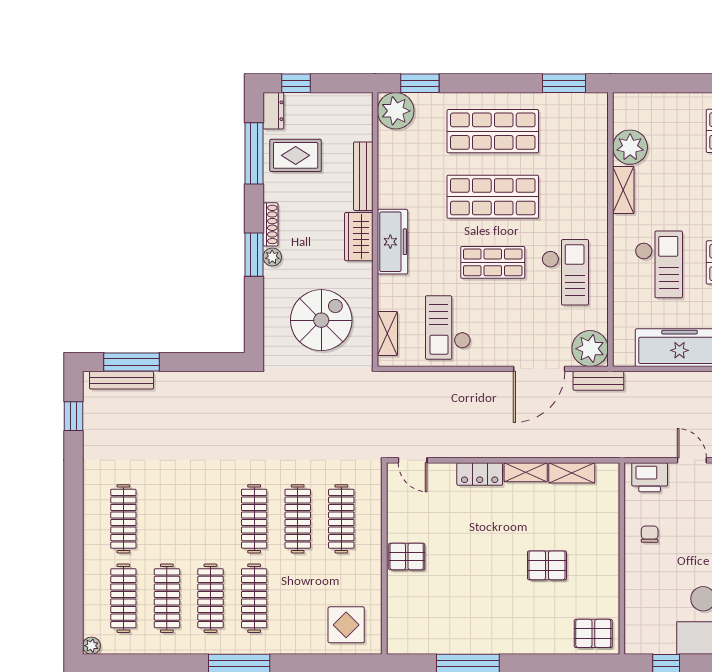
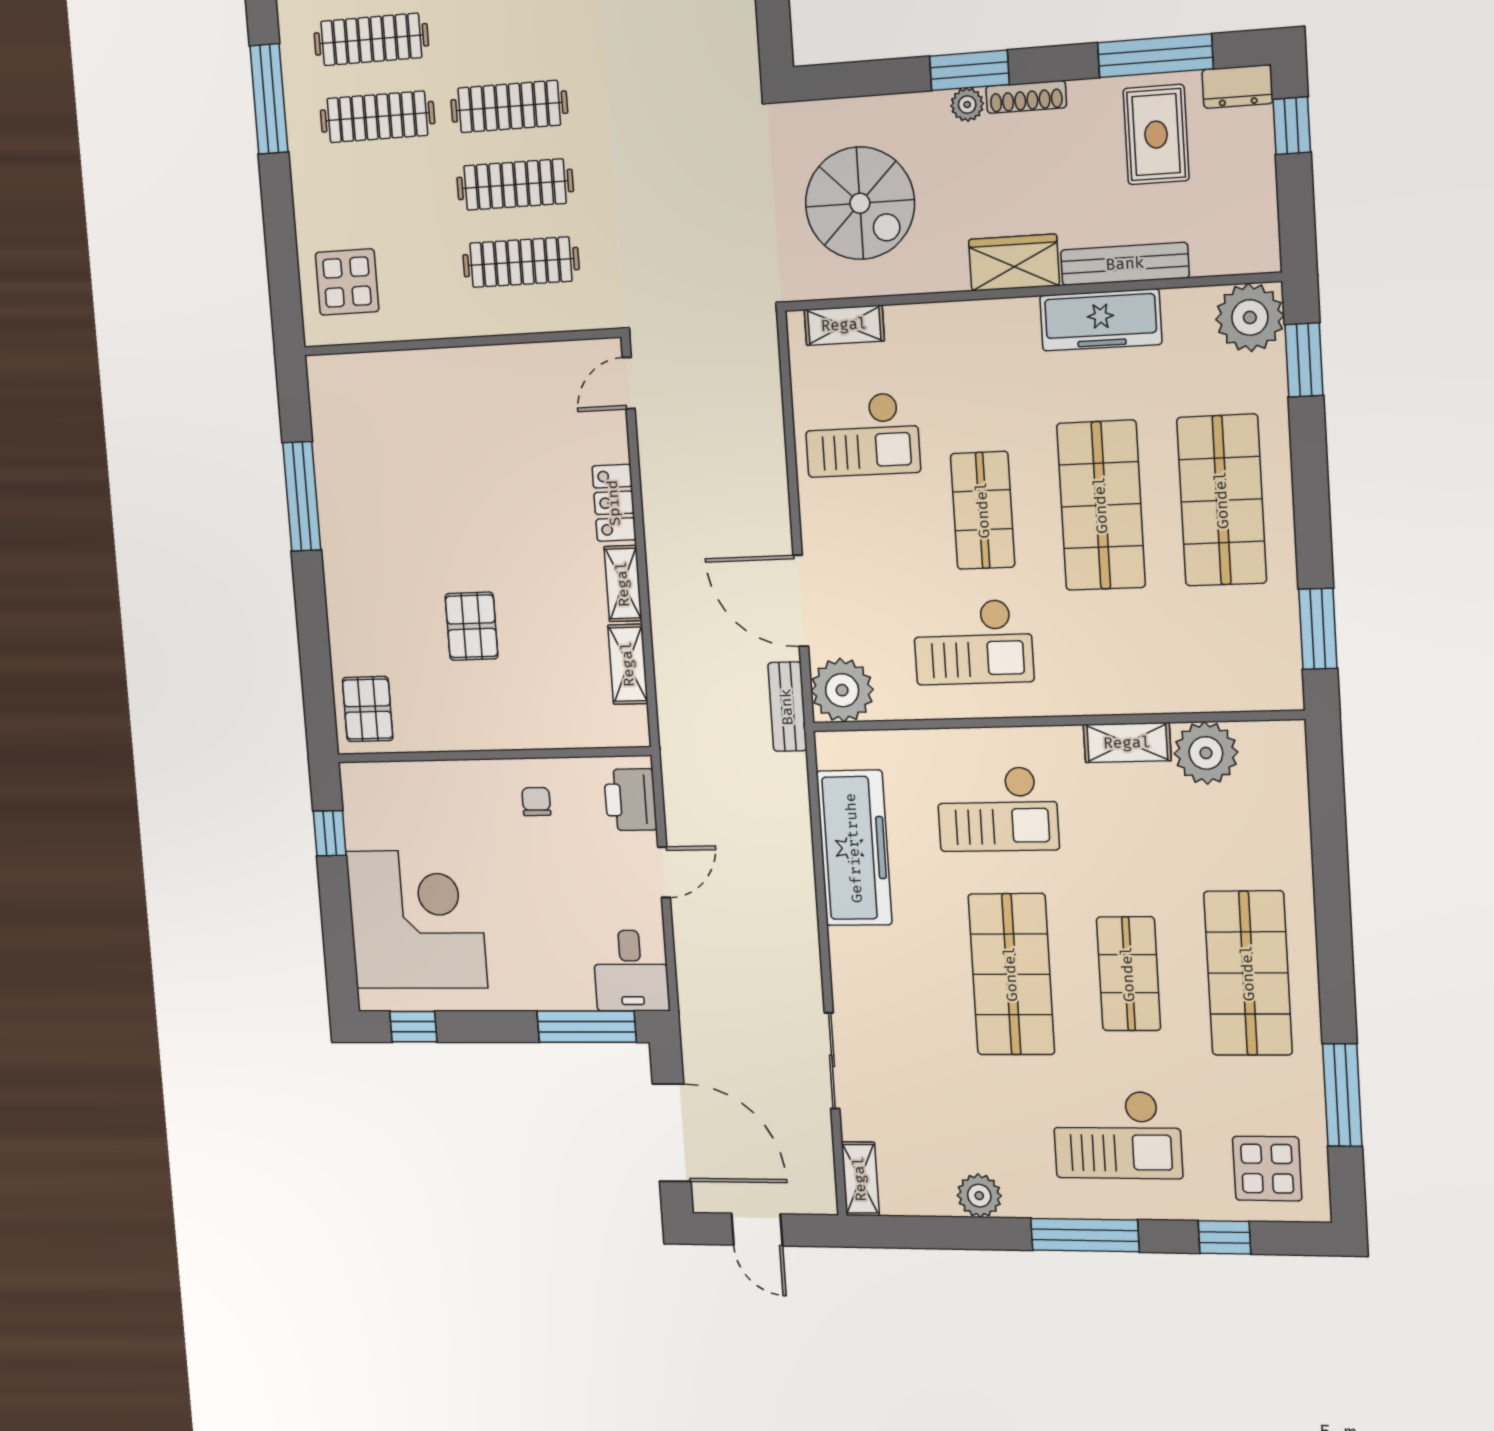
freezer: (392, 242) -> (1101, 320), moved
checkout: (448, 328) -> (862, 435), turned 180
chair: (650, 534) -> (536, 802), turned -90
pallet: (407, 556) -> (467, 381), removed

